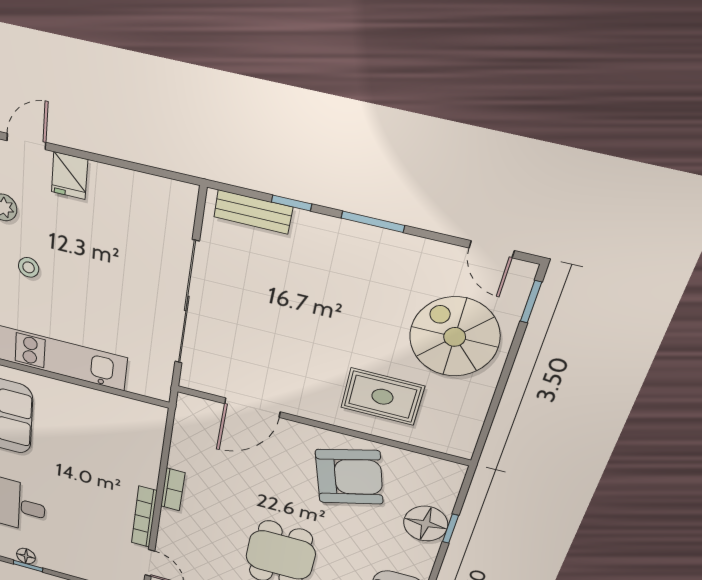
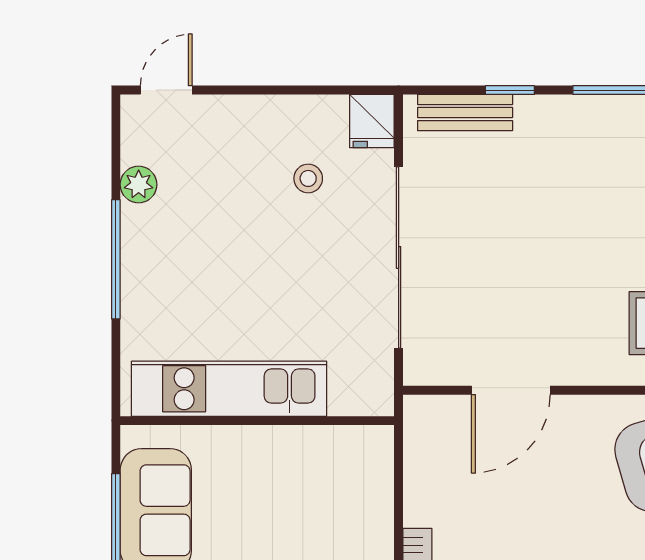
fridge: (70, 176) -> (372, 121), moved
stool: (29, 267) -> (308, 178), moved

